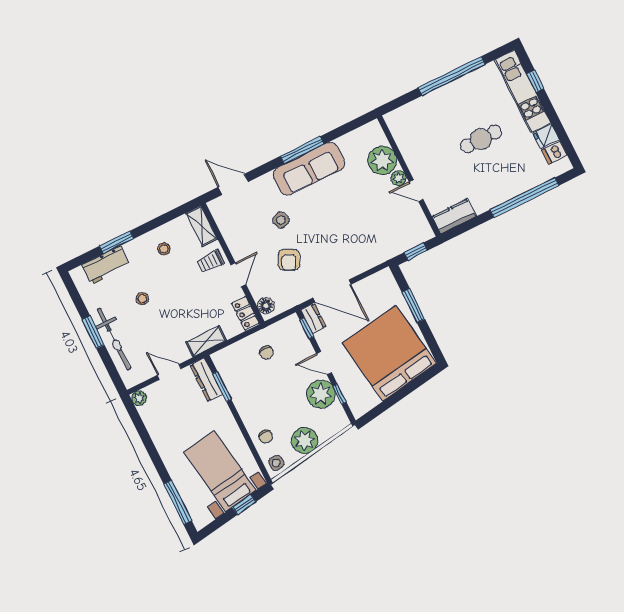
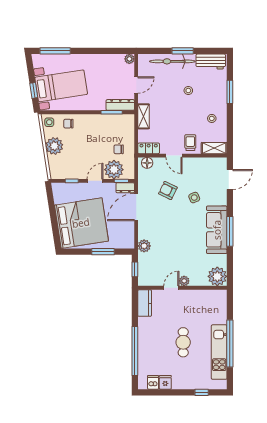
kitchen unit: (523, 91) -> (219, 352), moved, turned -90
plant: (382, 160) -> (217, 276), moved
plant: (378, 255) -> (144, 246), added
workbench: (106, 265) -> (211, 62), moved, turned -90
plant: (321, 394) -> (114, 170), moved

